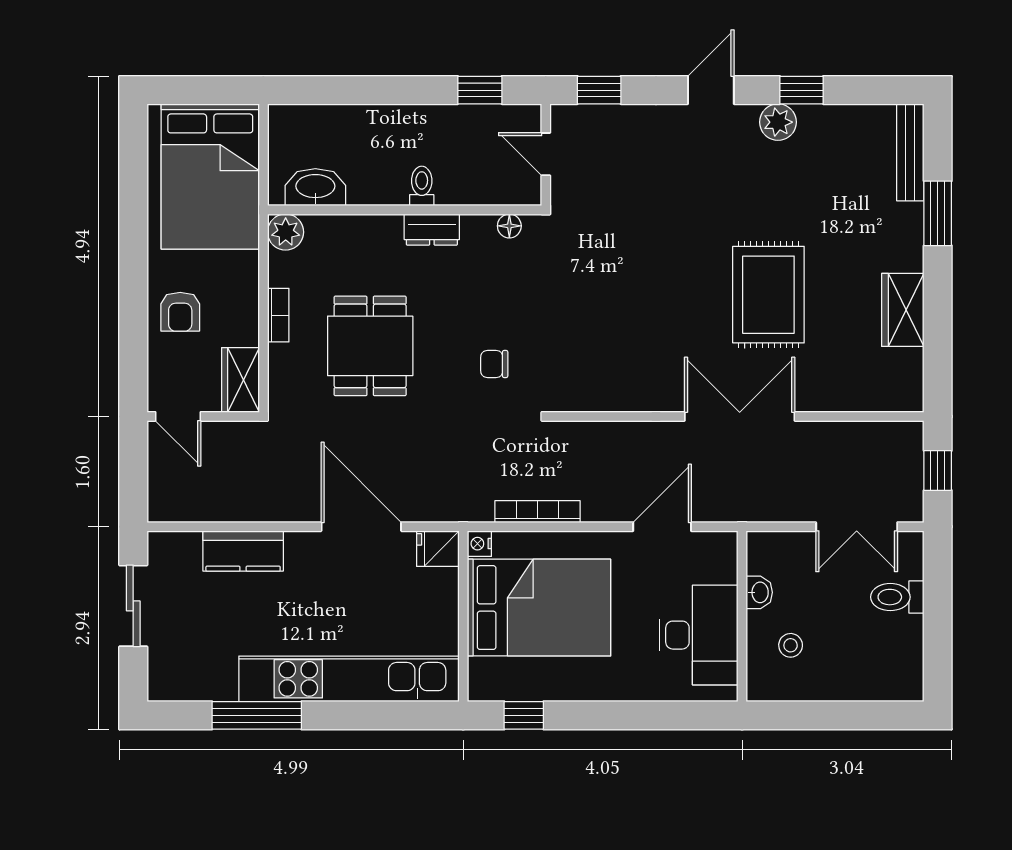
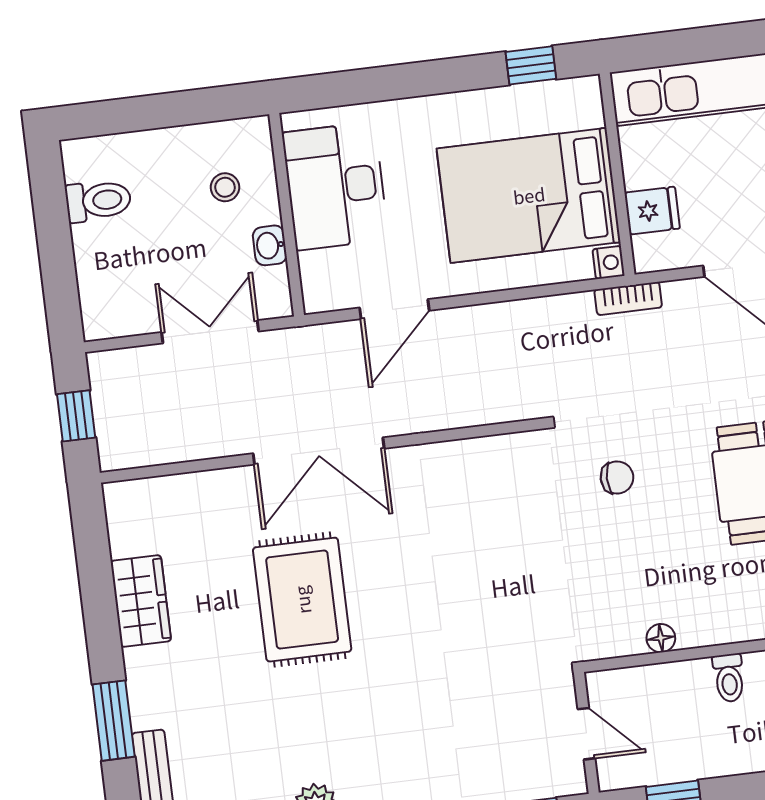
floor lamp: (509, 226) -> (661, 638), moved
dresser: (432, 230) -> (711, 628), removed
bookcase: (537, 512) -> (628, 299), moved, width x0.64
double door: (857, 527) -> (210, 332), moved
fridge: (438, 549) -> (652, 211), moved
toilet: (897, 597) -> (98, 201), moved

